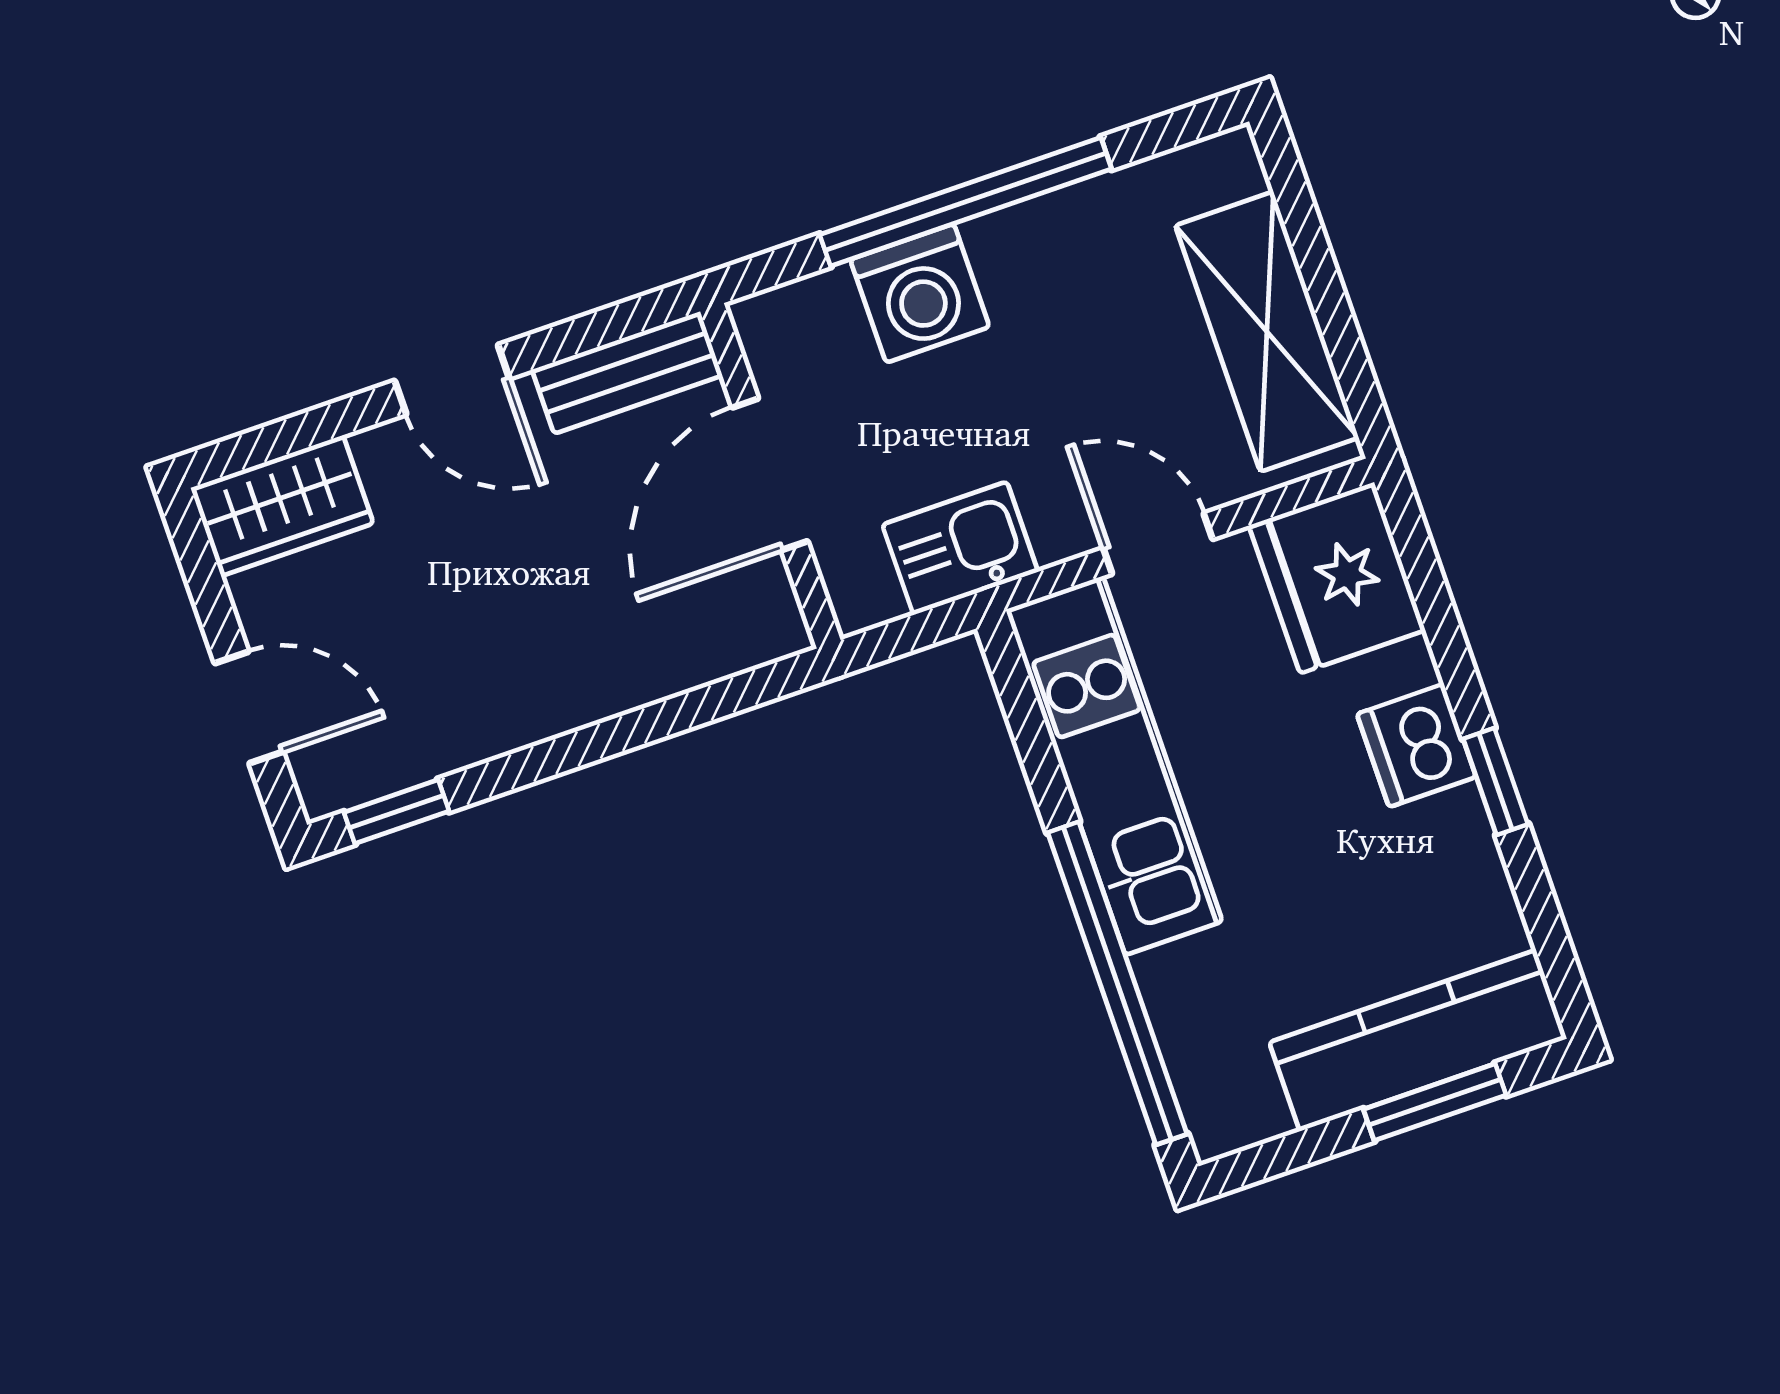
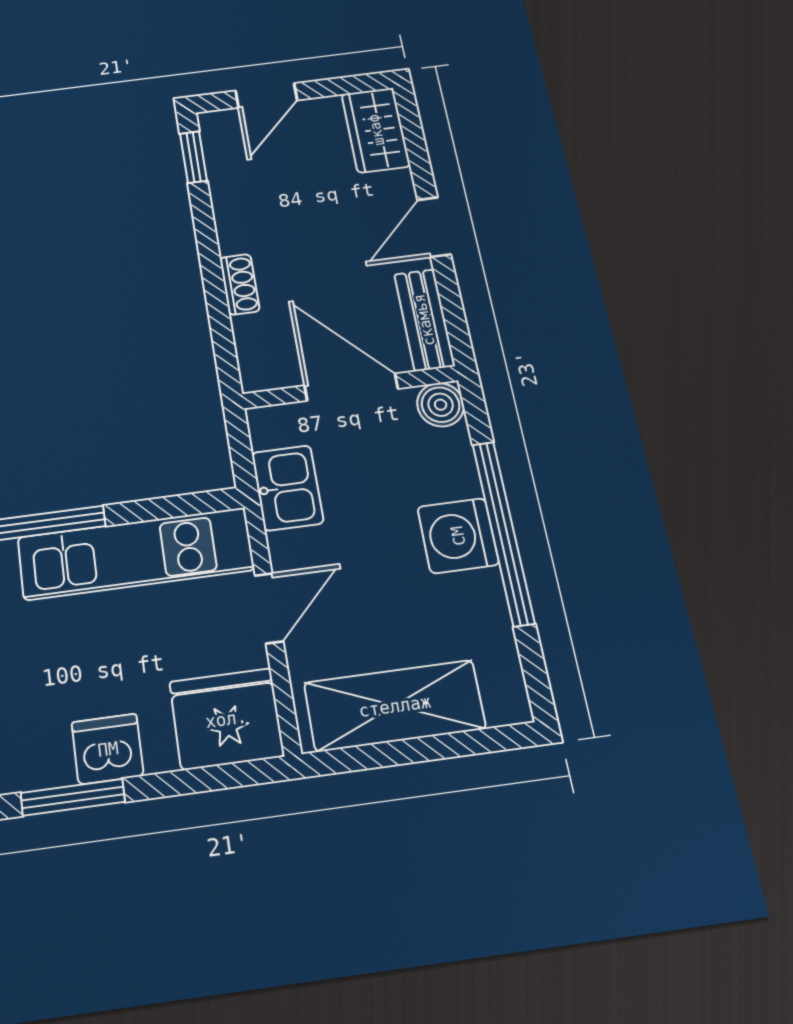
washing machine: (920, 293) -> (458, 536), moved
boiler: (772, 326) -> (441, 405), added
shoe rack: (623, 688) -> (240, 284), added
window: (1495, 781) -> (73, 797), width x1.50

